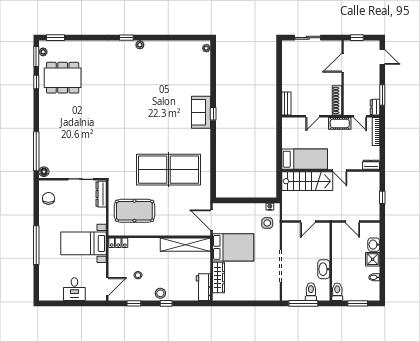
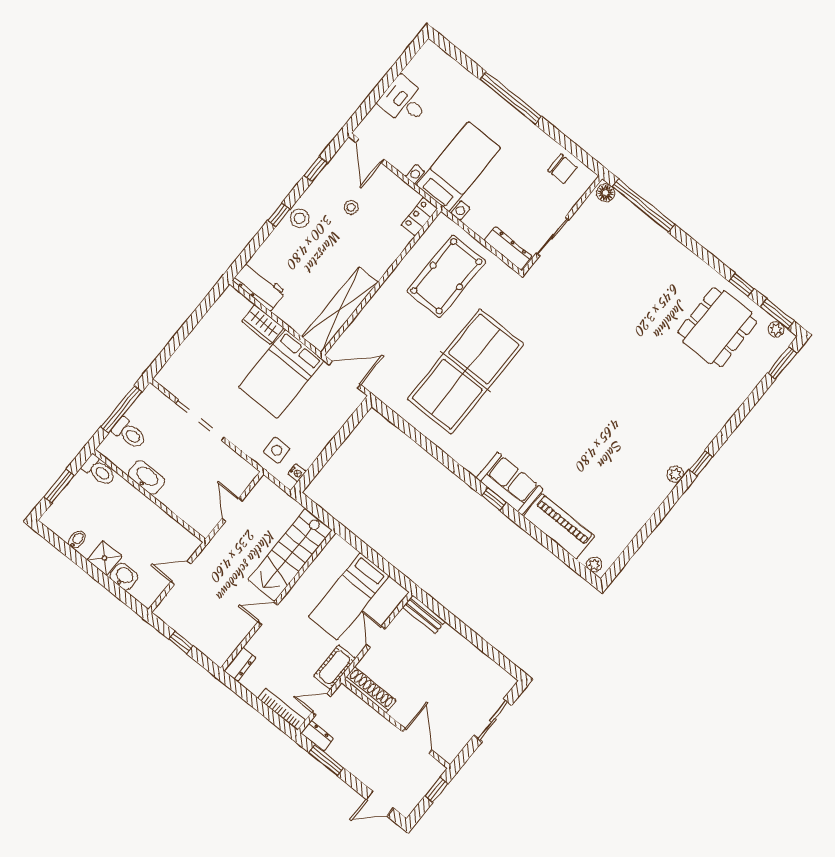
piano: (202, 76) -> (559, 526), added
bed: (305, 159) -> (349, 596), moved
wardrobe: (218, 278) -> (263, 325), width x0.67

